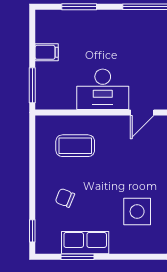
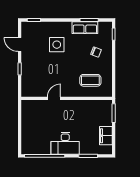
filing cabinet: (47, 52) -> (106, 136), width x2.00
desk: (103, 89) -> (65, 143), moved, turned 180

